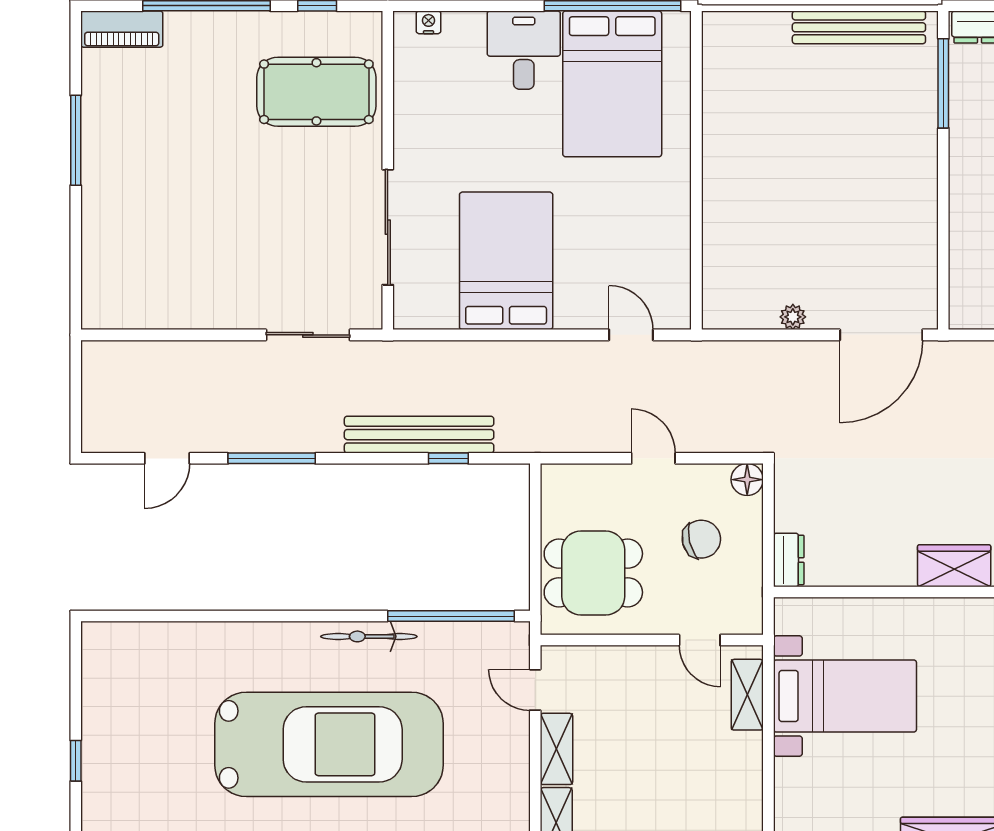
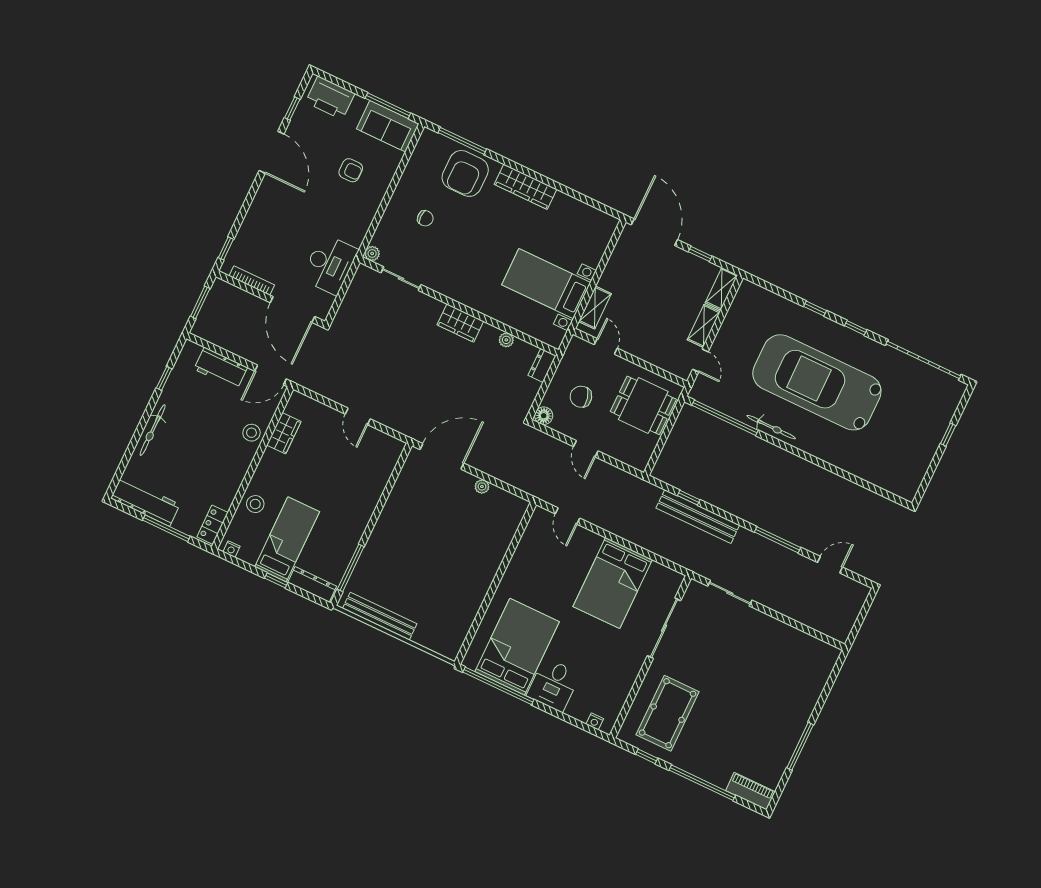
pool table: (316, 92) -> (668, 713), turned 90
plant: (866, 574) -> (506, 340), added

